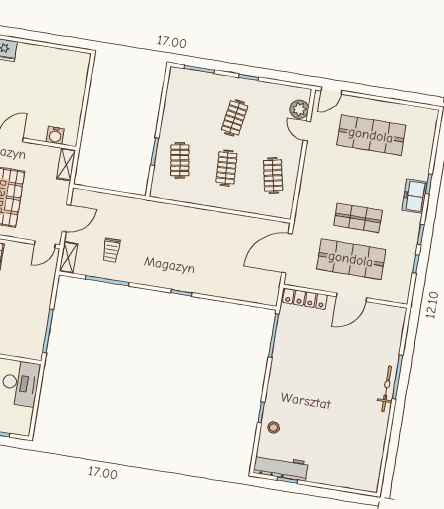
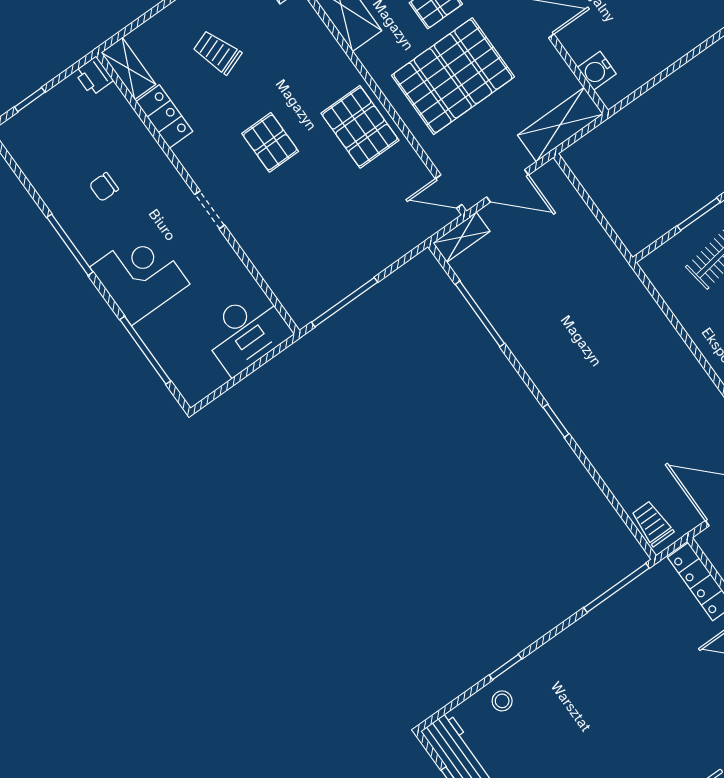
shelving: (66, 164) -> (560, 125), width x1.50, depth x1.33
trolley: (111, 250) -> (652, 523), moved, turned 90

